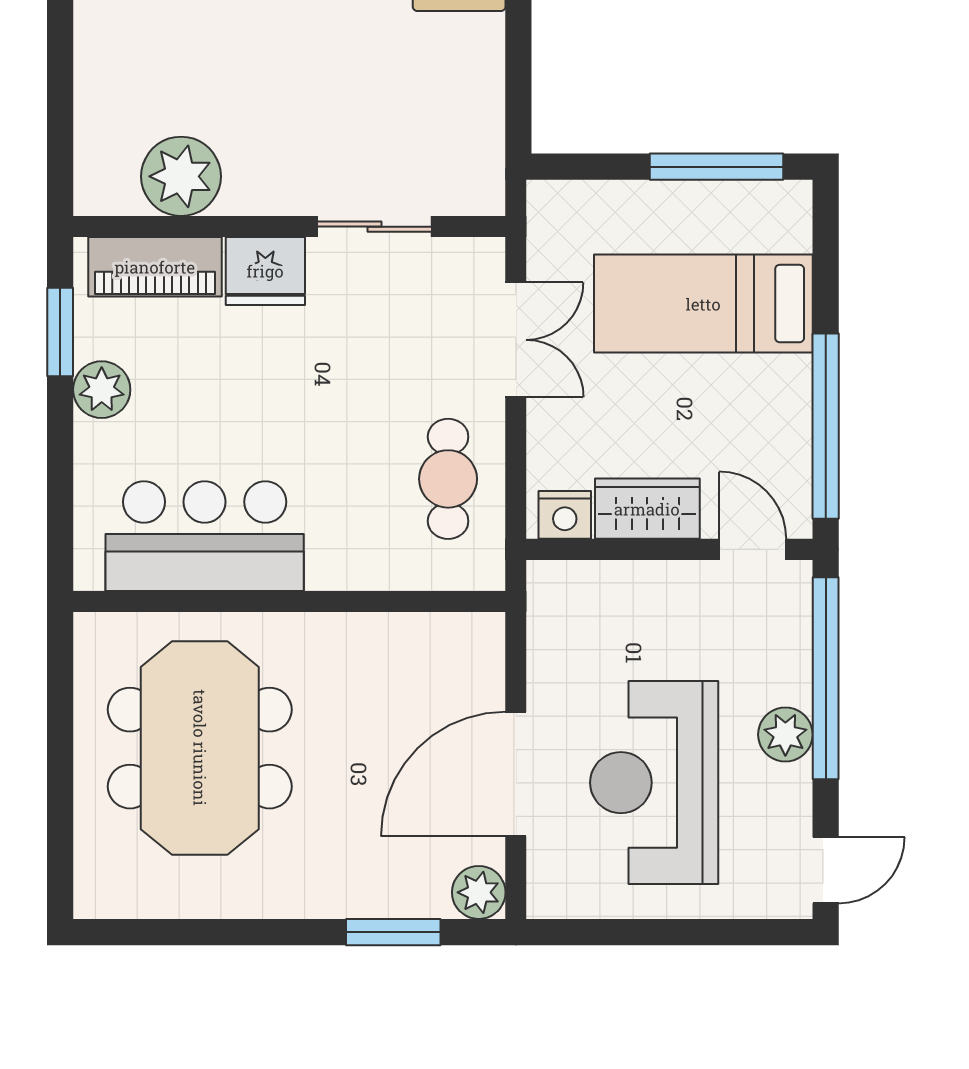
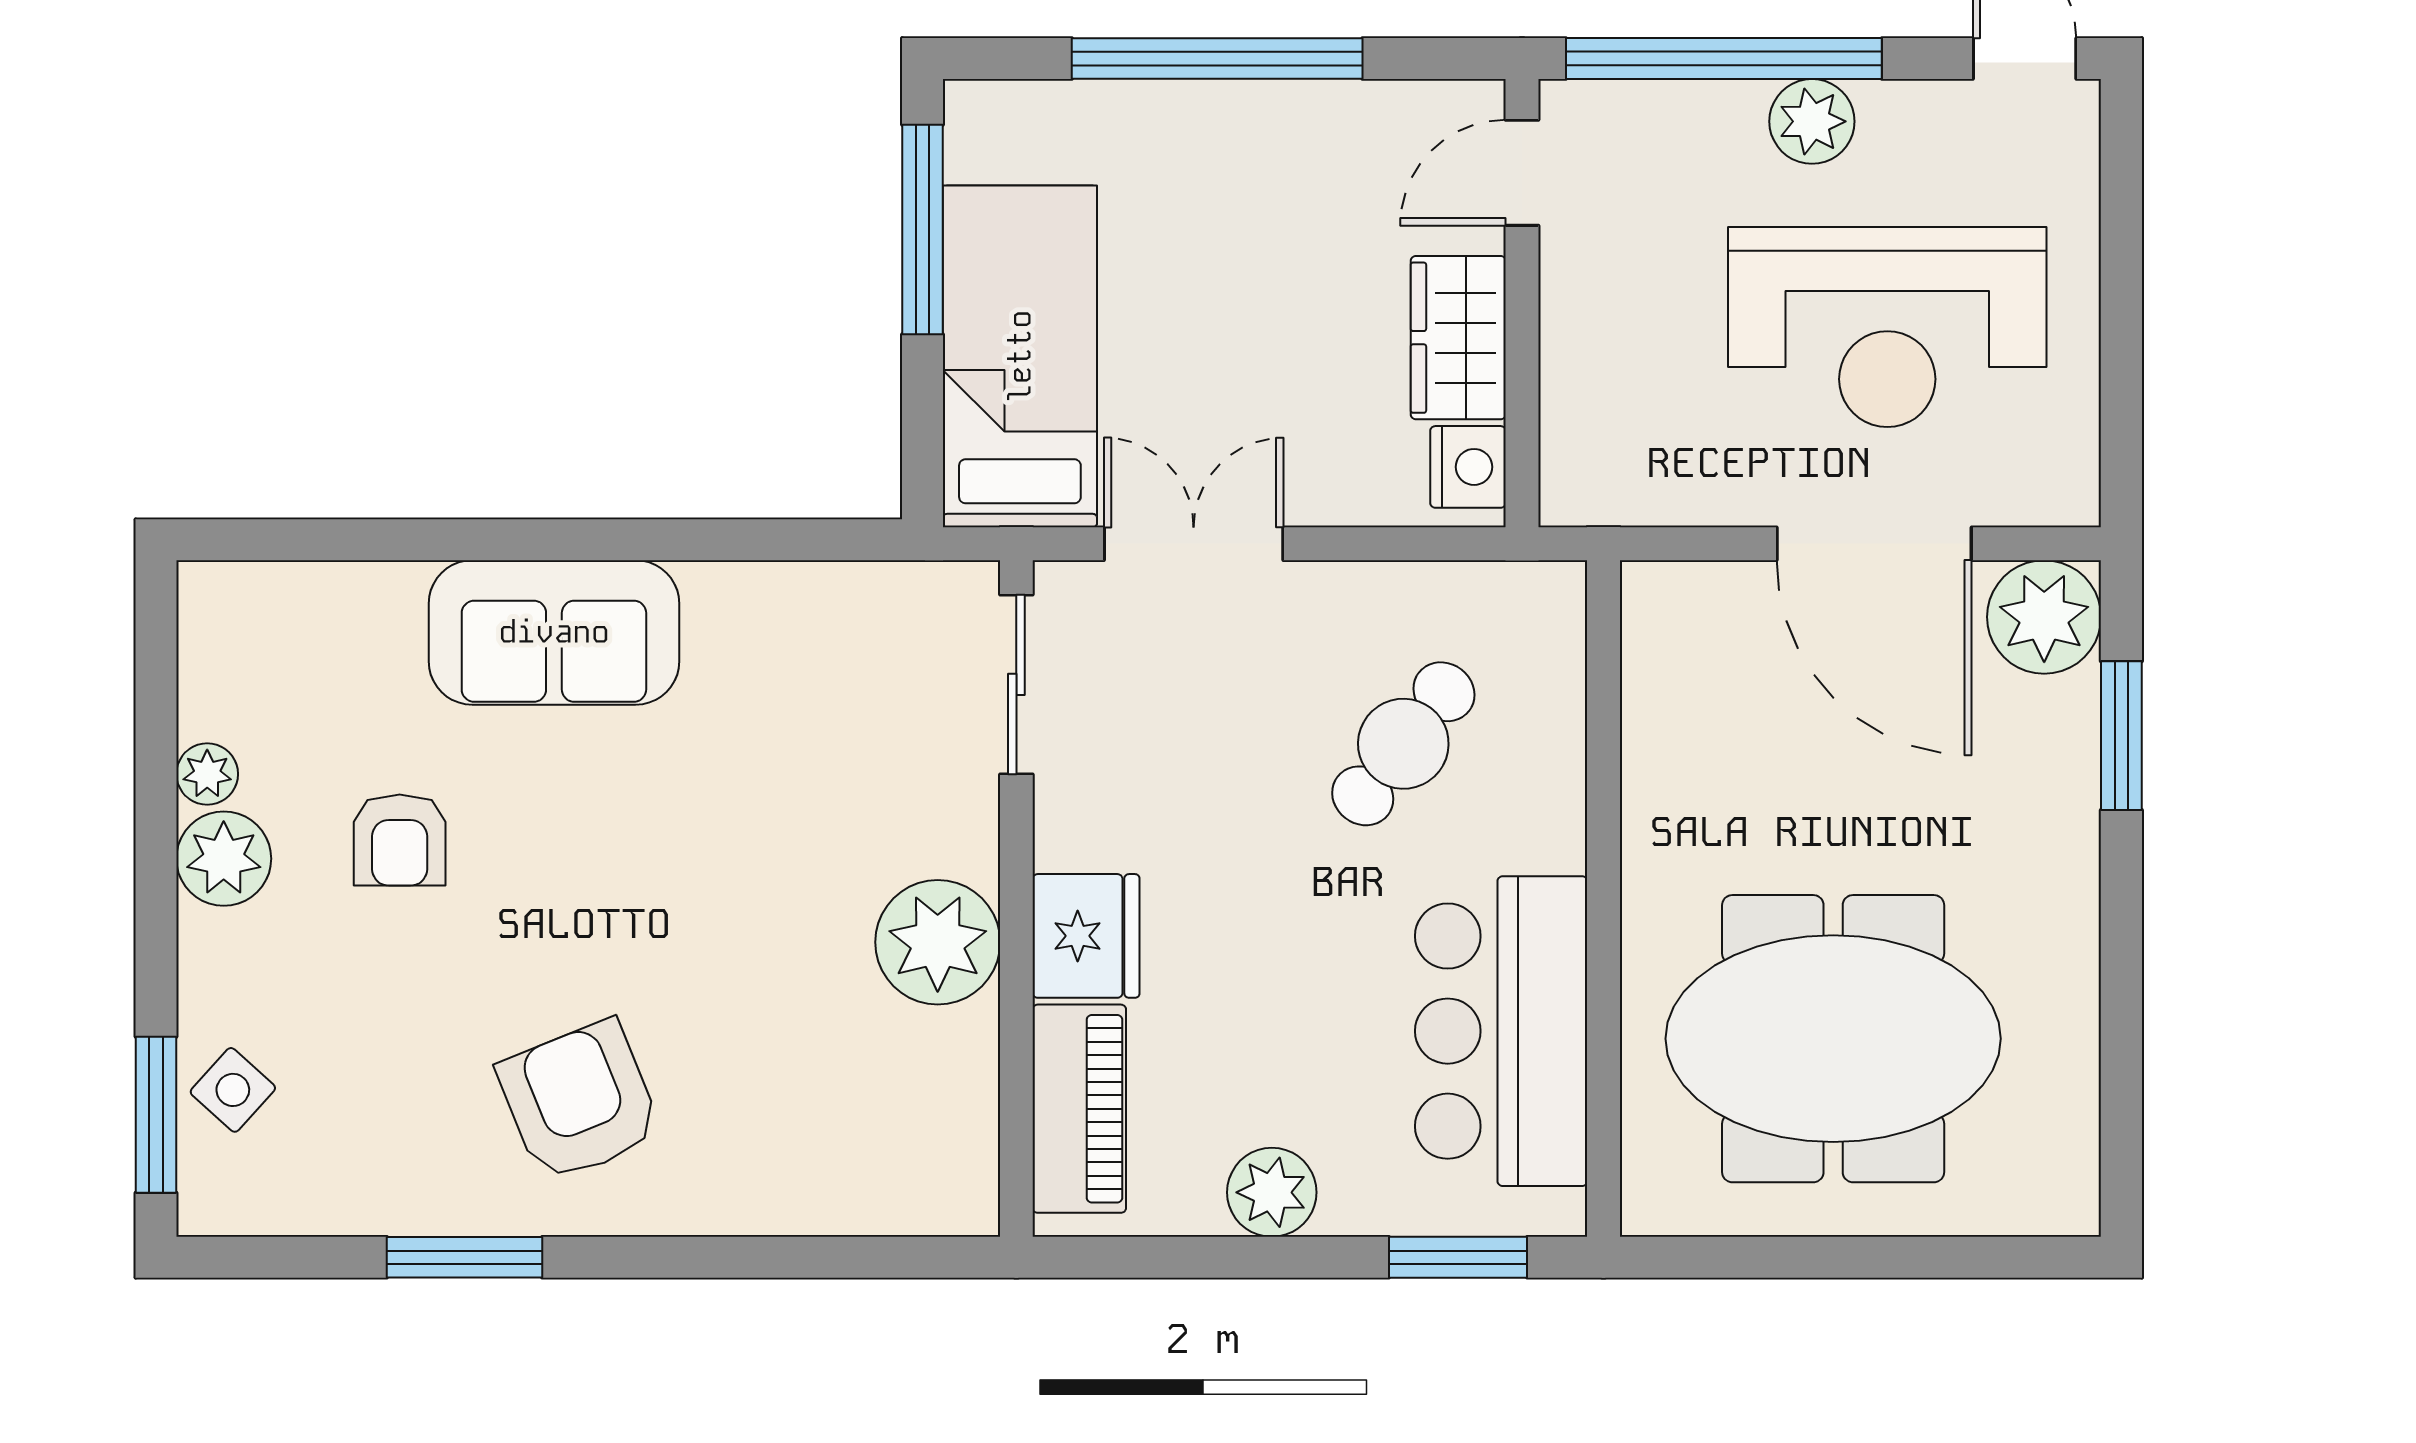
plant: (181, 176) -> (938, 942), moved
sliding door: (375, 227) -> (1016, 684), moved
bed: (703, 304) -> (1020, 356), moved, turned 180
window: (60, 332) -> (1458, 1257), moved
window: (826, 426) -> (1217, 59), moved
cafe table: (448, 479) -> (1403, 744), moved, turned -52
plant: (479, 892) -> (2044, 617), width x1.36, depth x1.36

